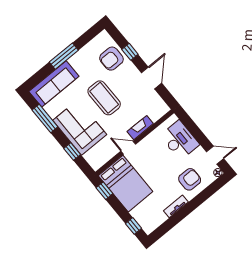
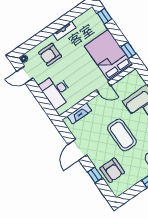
armchair: (111, 59) -> (112, 170), turned 90
fireplace: (140, 128) -> (79, 113), moved

